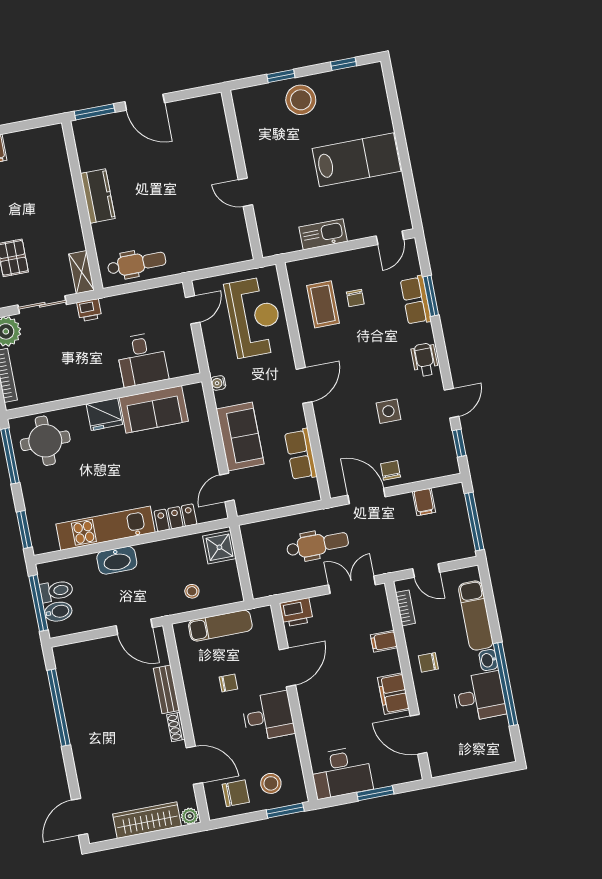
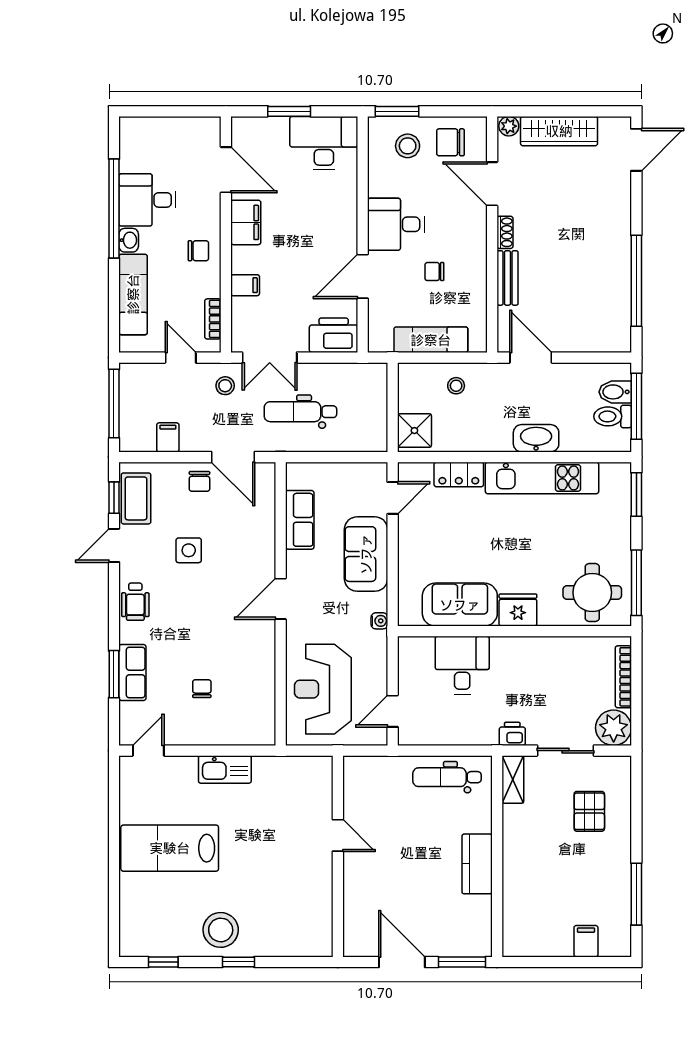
wall: (242, 175) -> (338, 856), moved
door: (245, 192) -> (338, 835), moved
coffee table: (323, 304) -> (136, 498), moved
stool: (384, 554) -> (225, 386), added
printer: (296, 612) -> (334, 335), width x1.37, depth x1.19

